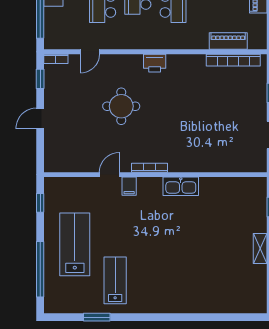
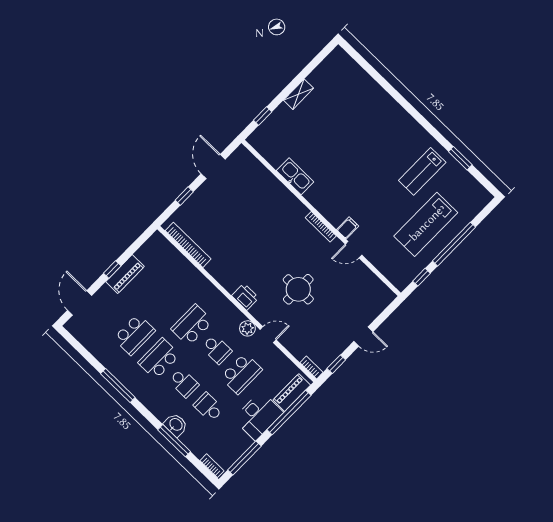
piano: (228, 41) -> (292, 393), moved, turned 90
plant: (130, 42) -> (247, 328), added
door: (90, 52) -> (268, 335), moved
kitchen sink: (181, 186) -> (295, 176), moved
window: (40, 269) -> (454, 244), moved

